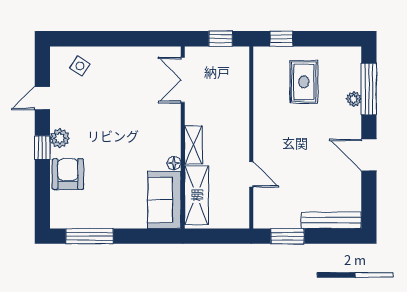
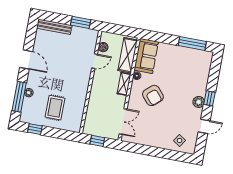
window: (281, 39) -> (35, 129), moved
armchair: (68, 174) -> (153, 95), moved, turned -41
door: (251, 174) -> (95, 61), swing flipped
boiler: (241, 201) -> (103, 47), added

